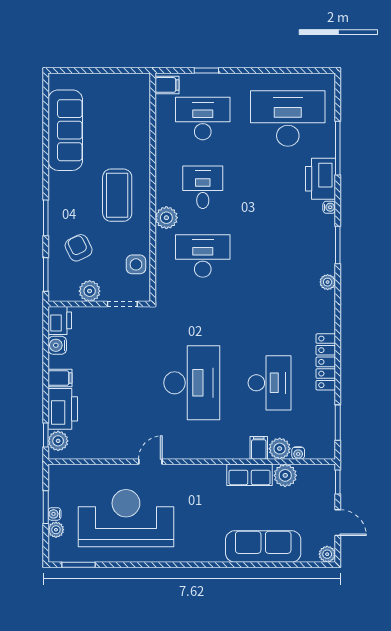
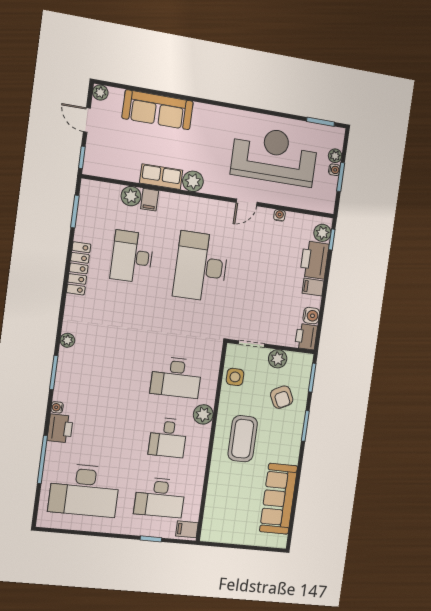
printer: (321, 179) -> (60, 428), width x0.73, depth x0.84
water cooler: (298, 453) -> (279, 215), moved
plant: (285, 475) -> (193, 181), moved
reception desk: (126, 518) -> (274, 156), turned 180

